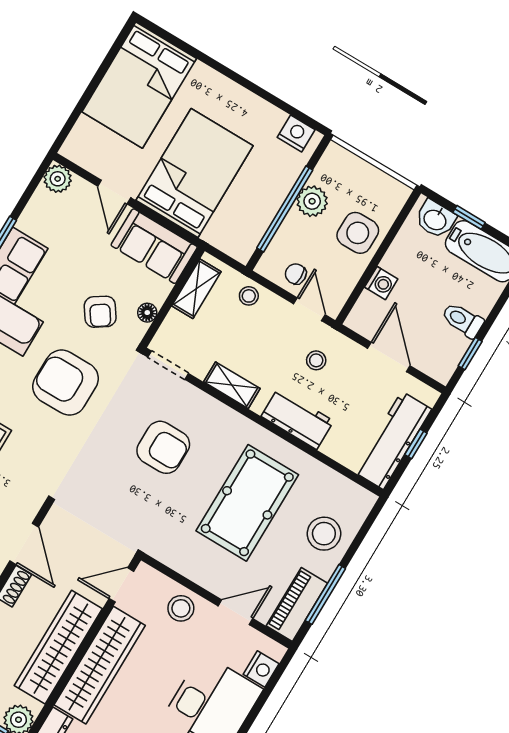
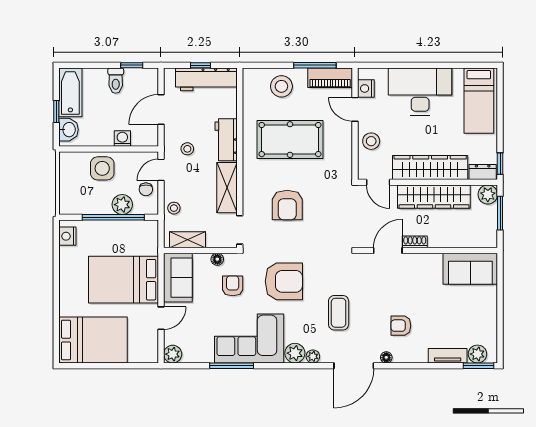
plant: (312, 201) -> (122, 205), moved
armchair: (100, 312) -> (233, 286), turned -56
armchair: (66, 383) -> (284, 281), turned -90
shelving: (232, 385) -> (227, 188), width x1.50, depth x1.33
armchair: (163, 447) -> (287, 205), turned 180
nightstand: (261, 669) -> (366, 88), moved, turned -90

